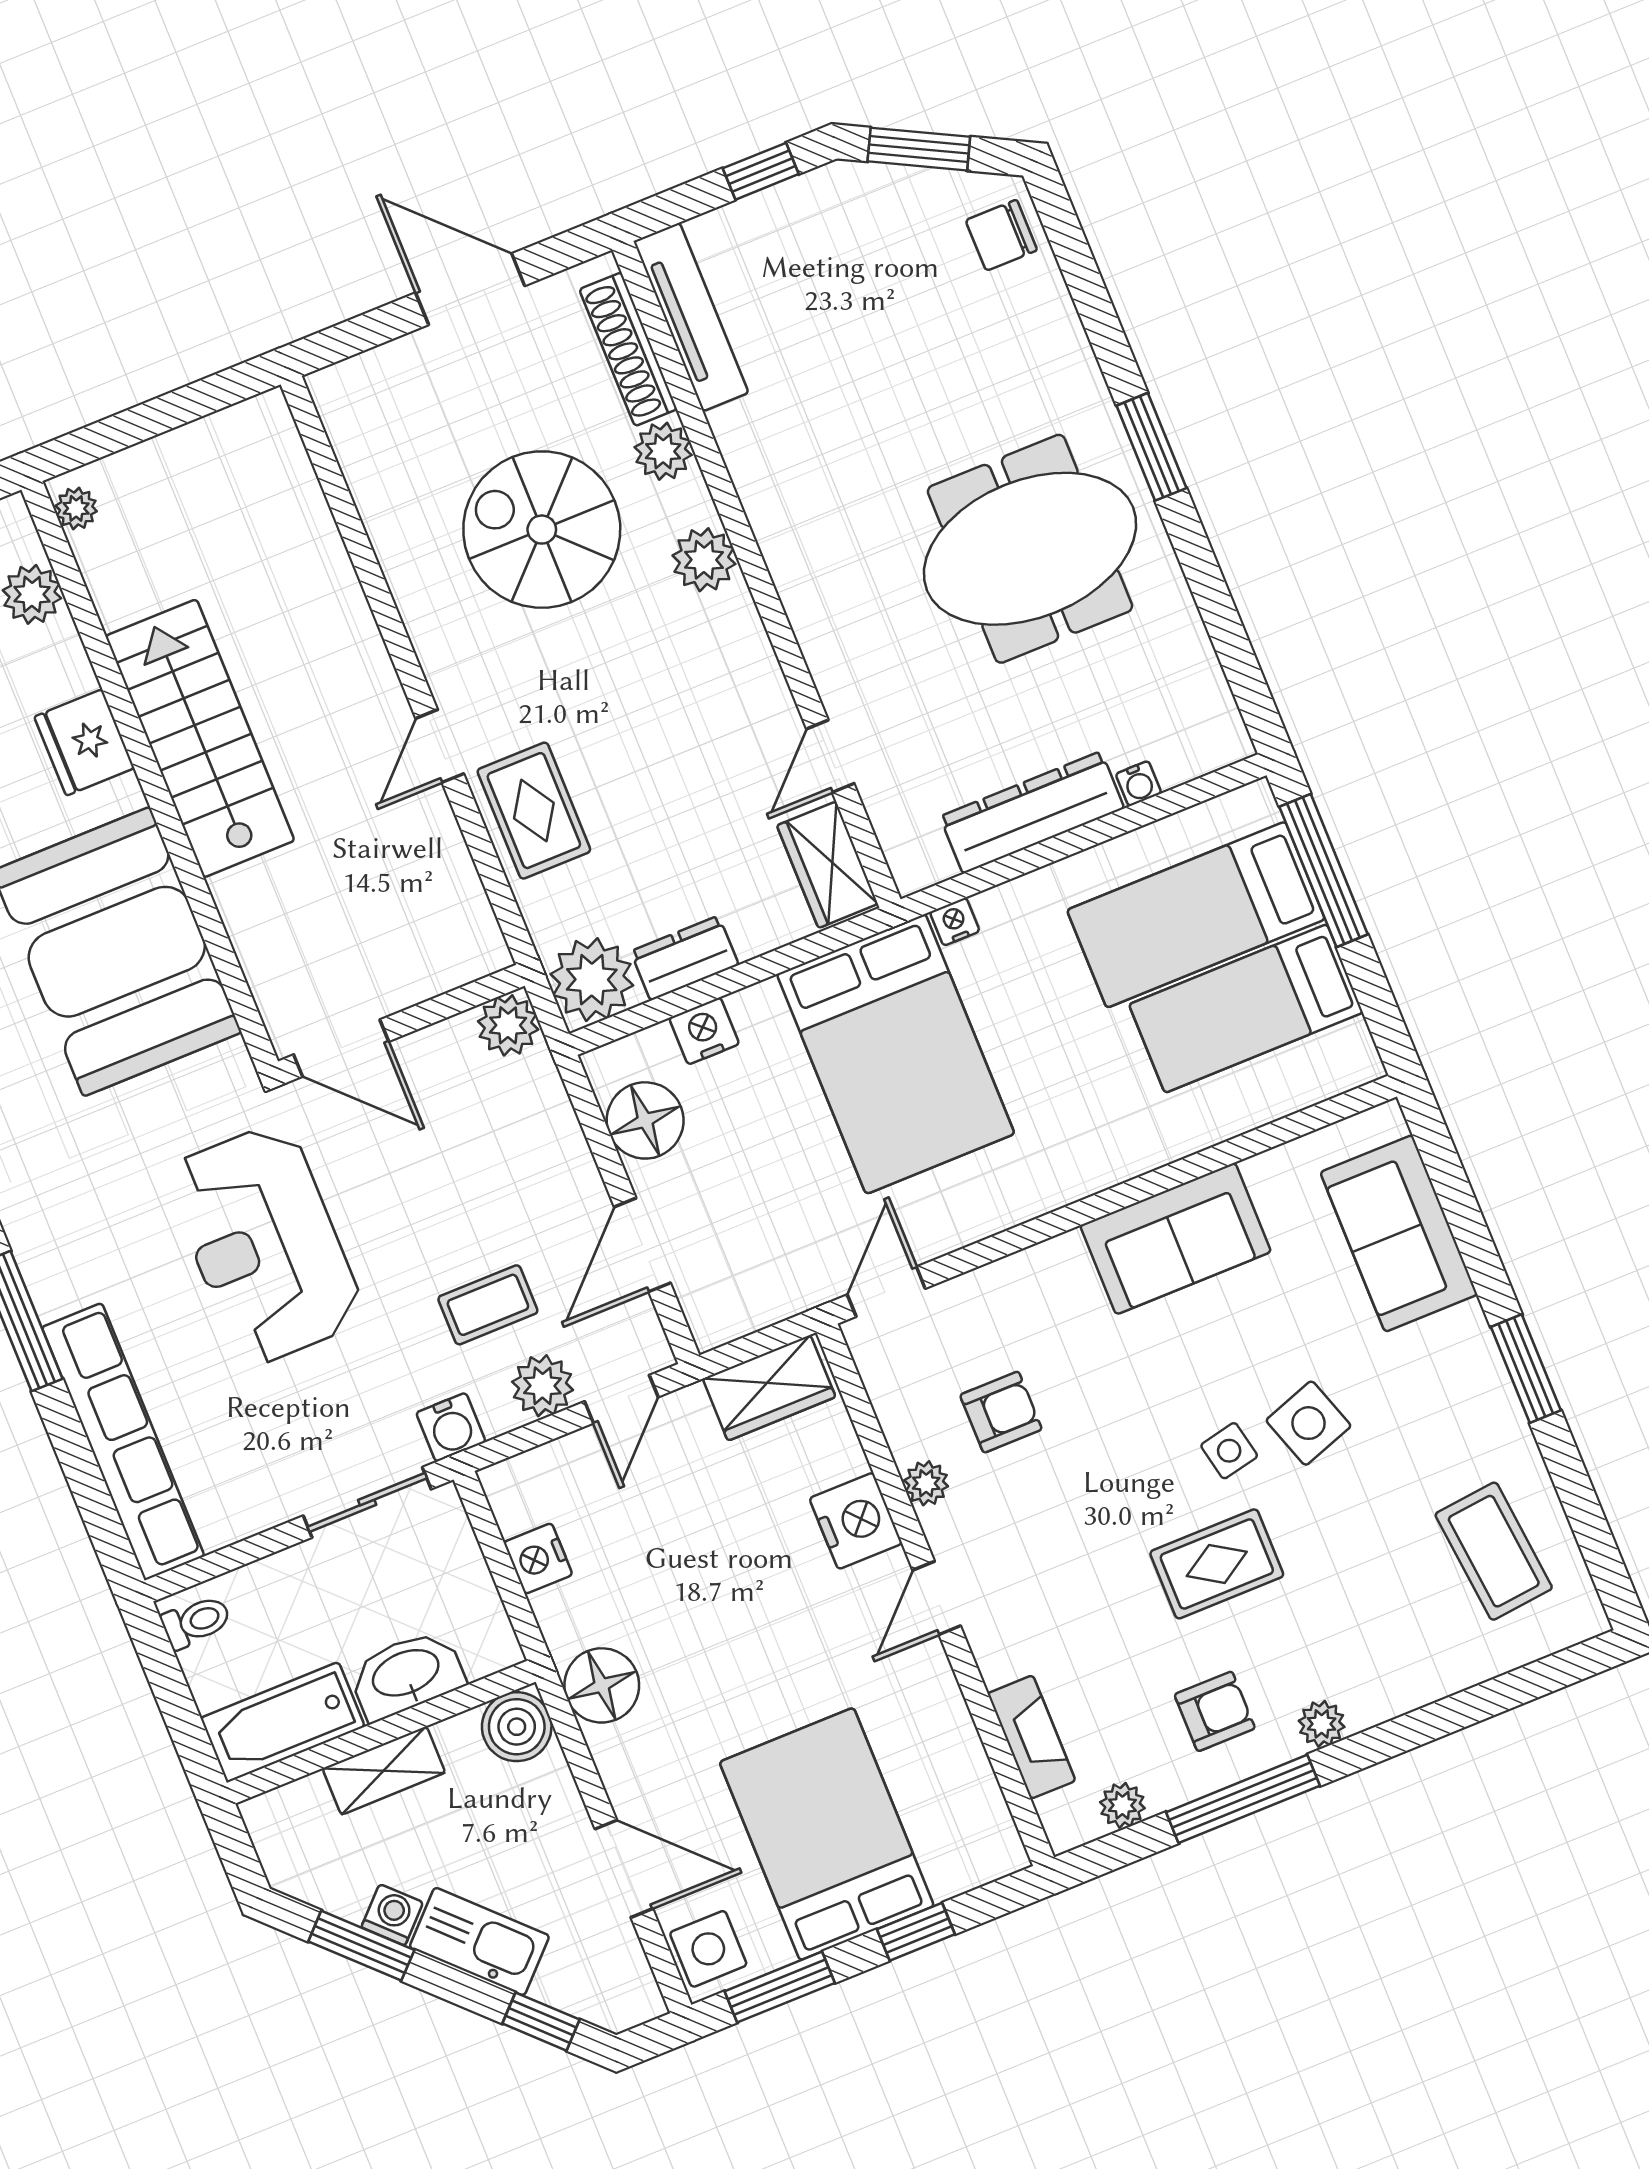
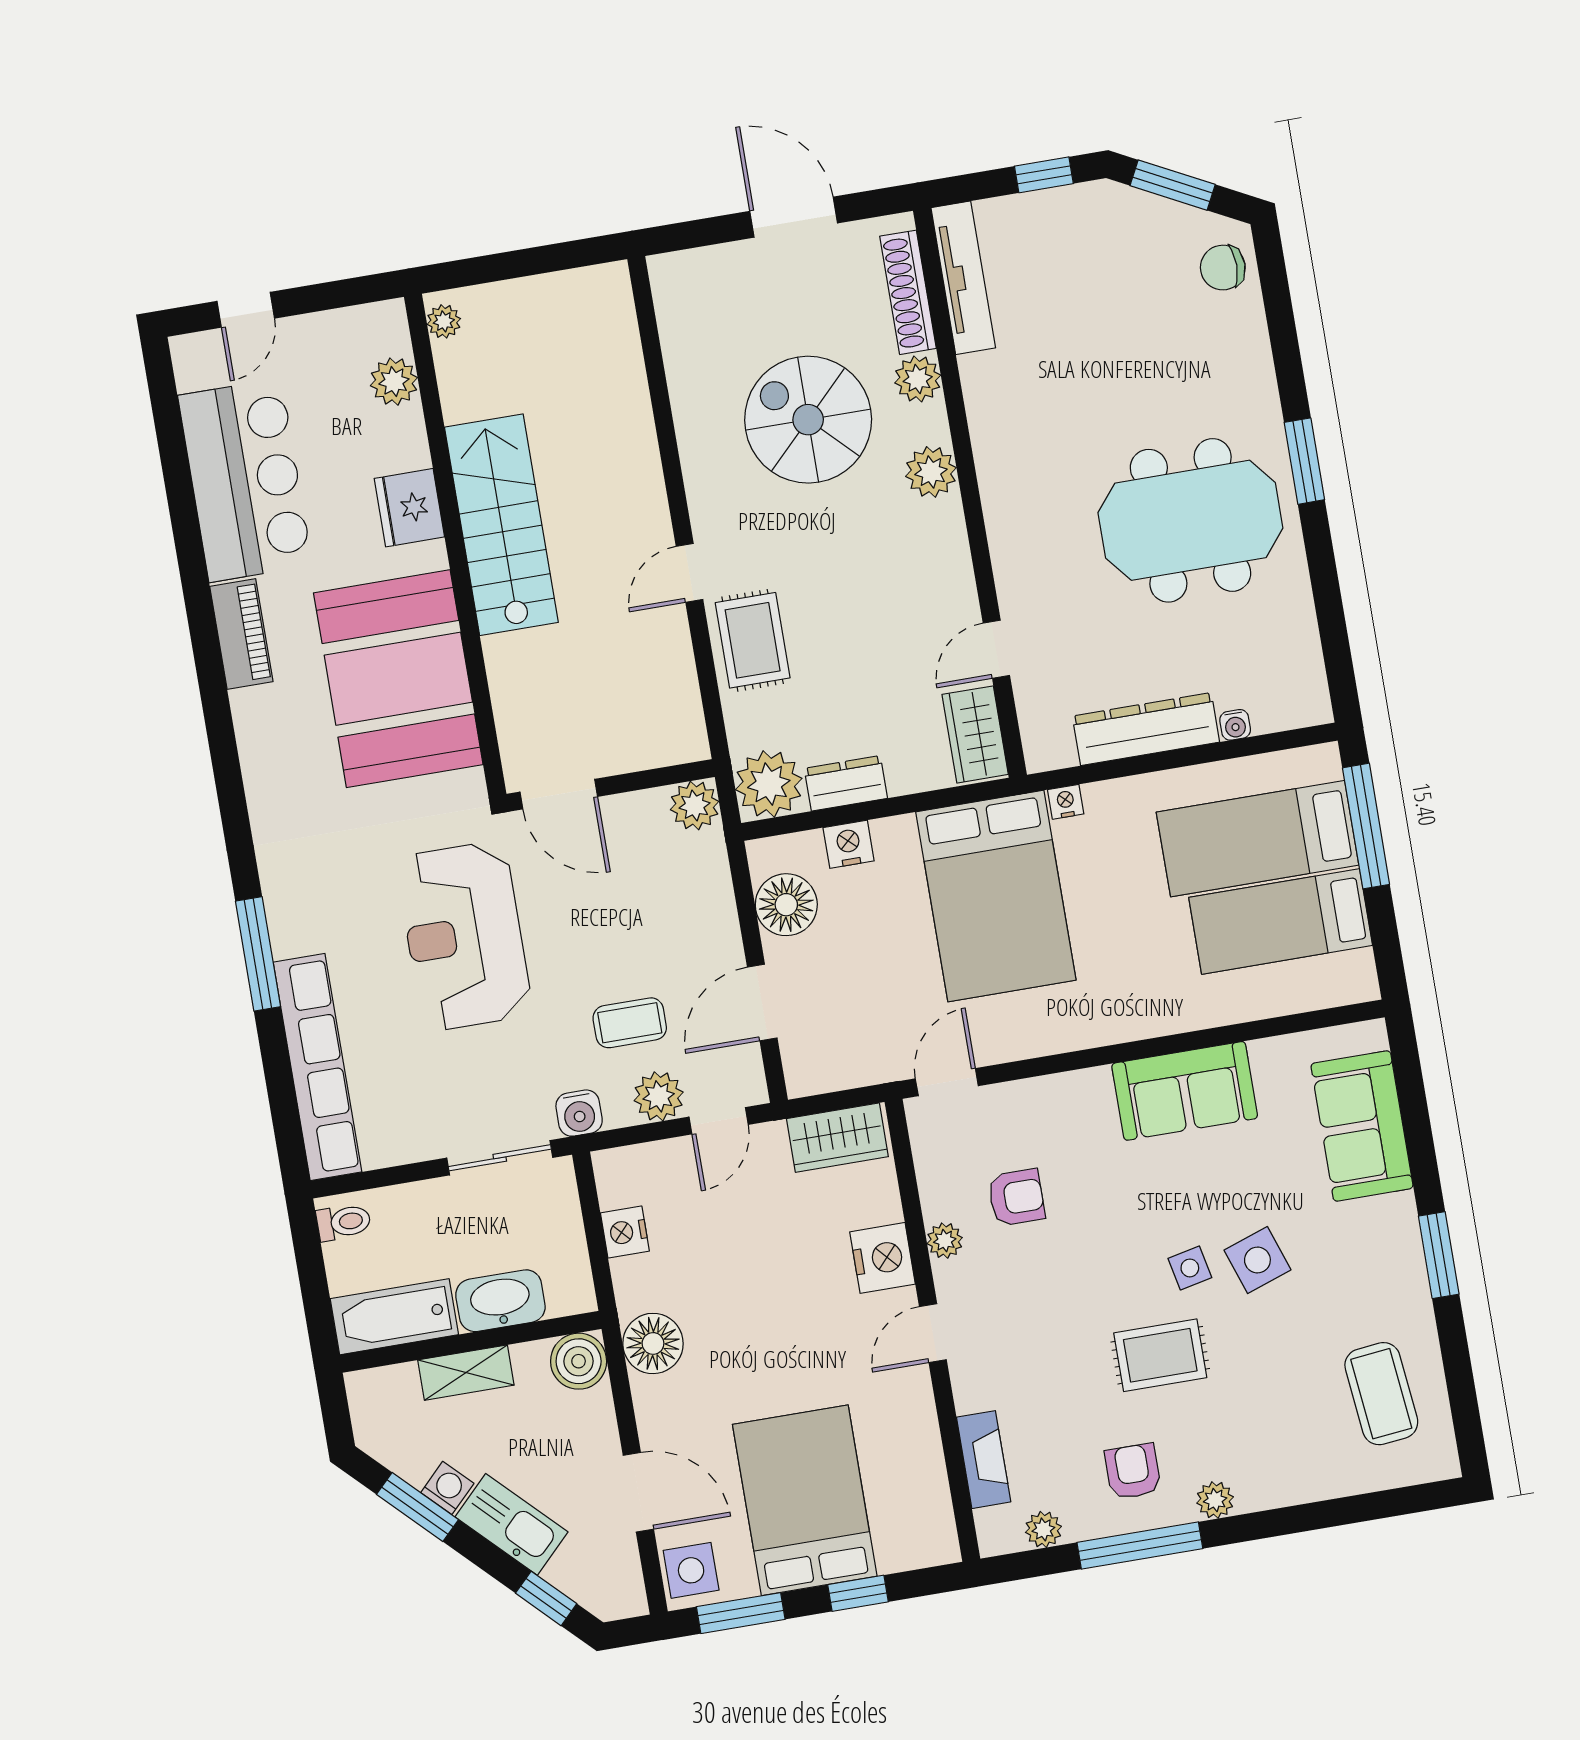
armchair: (1215, 1711) -> (1133, 1471), turned -90

